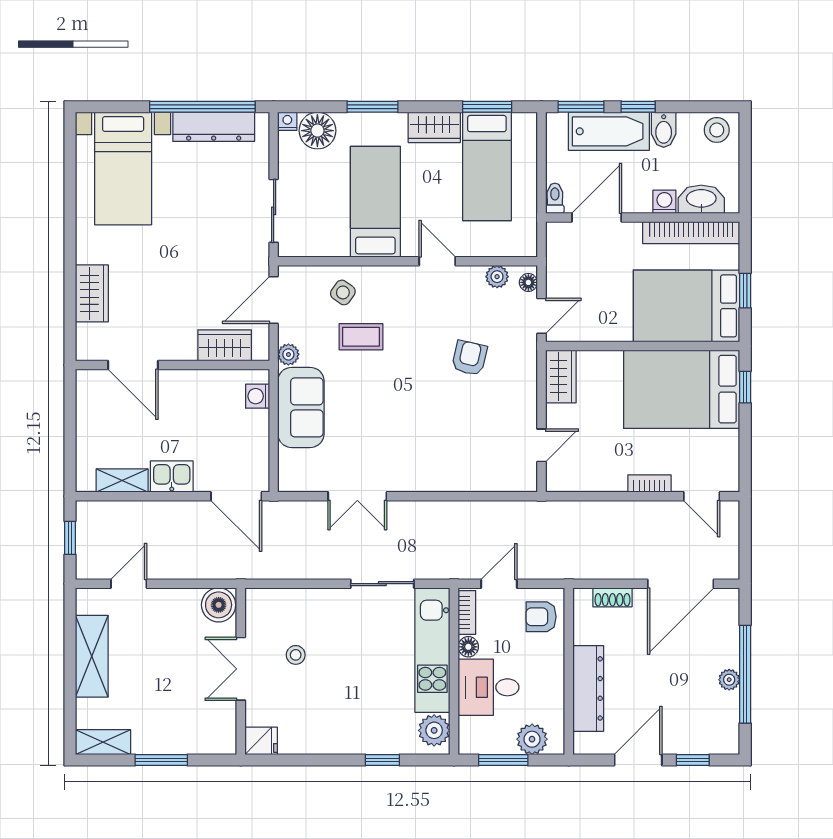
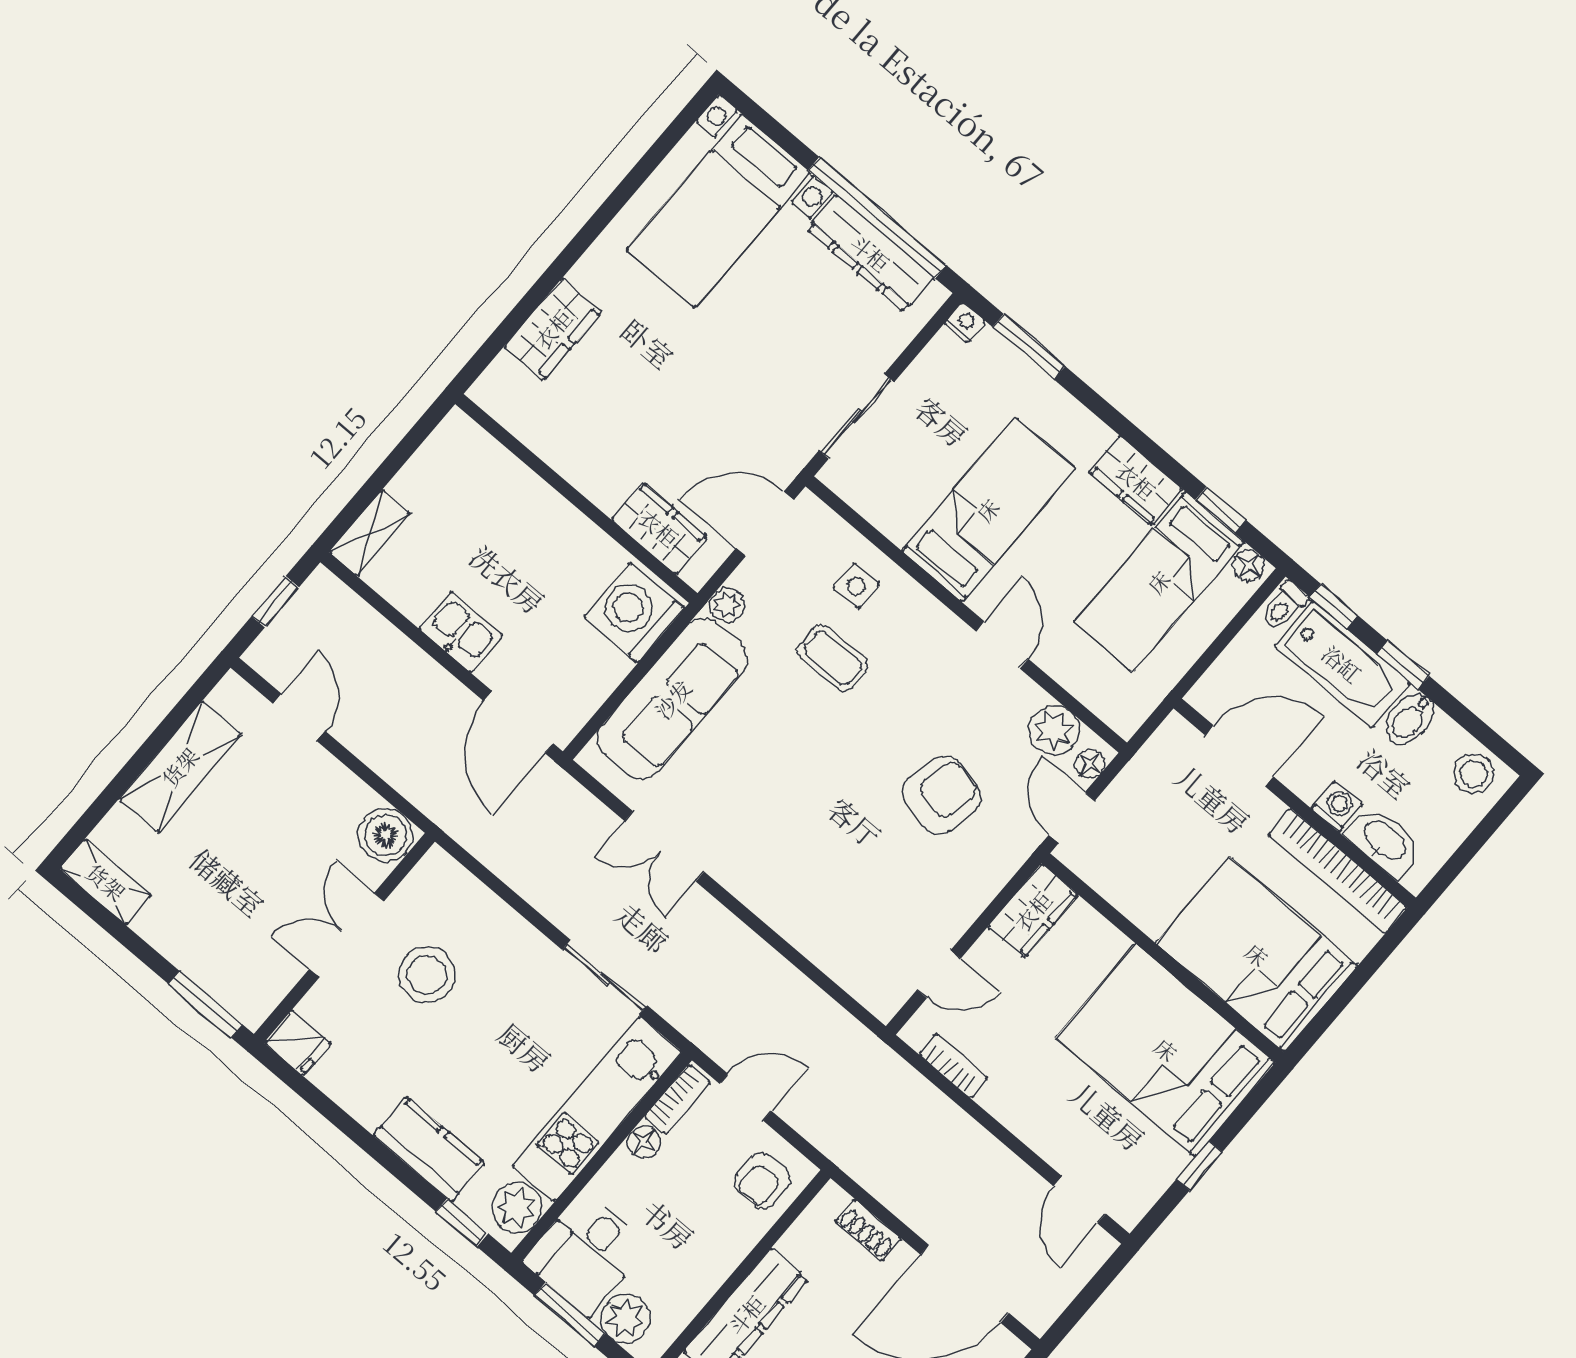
window: (372, 107) -> (1029, 347), moved
window: (487, 107) -> (1221, 510), width x0.67
window: (581, 107) -> (1334, 606), width x0.67
floor lamp: (317, 131) -> (1249, 565), moved, width x0.53, depth x0.53
toilet: (555, 198) -> (1284, 606), moved, turned 180
plant: (497, 277) -> (1054, 730), width x1.38, depth x1.38
window: (745, 291) -> (1343, 996), removed
side table: (343, 292) -> (856, 586), turned -35
door: (541, 316) -> (1072, 818), swing flipped
armchair: (469, 358) -> (942, 795), width x1.38, depth x1.38
door: (133, 365) -> (528, 458), removed
window: (745, 387) -> (1199, 1165), moved
washing machine: (258, 396) -> (634, 612), width x1.89, depth x1.89
sofa: (301, 407) -> (673, 699), width x1.36
shelving: (122, 480) -> (370, 533), moved, turned 90
bookcase: (649, 483) -> (954, 1066), moved
door: (129, 584) -> (299, 717), hinge flipped
armchair: (541, 617) -> (762, 1180), turned -90
stool: (296, 655) -> (427, 975), width x1.89, depth x1.89
desk: (489, 687) -> (586, 1254), moved, turned -90
kitchen counter: (368, 738) -> (429, 1149), added
window: (161, 760) -> (205, 1004), moved
window: (382, 760) -> (462, 1223), moved

